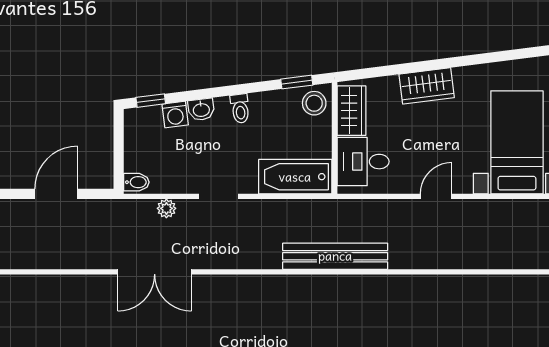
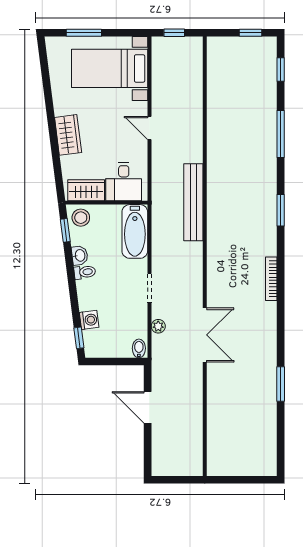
washbasin: (201, 109) -> (80, 255), moved

